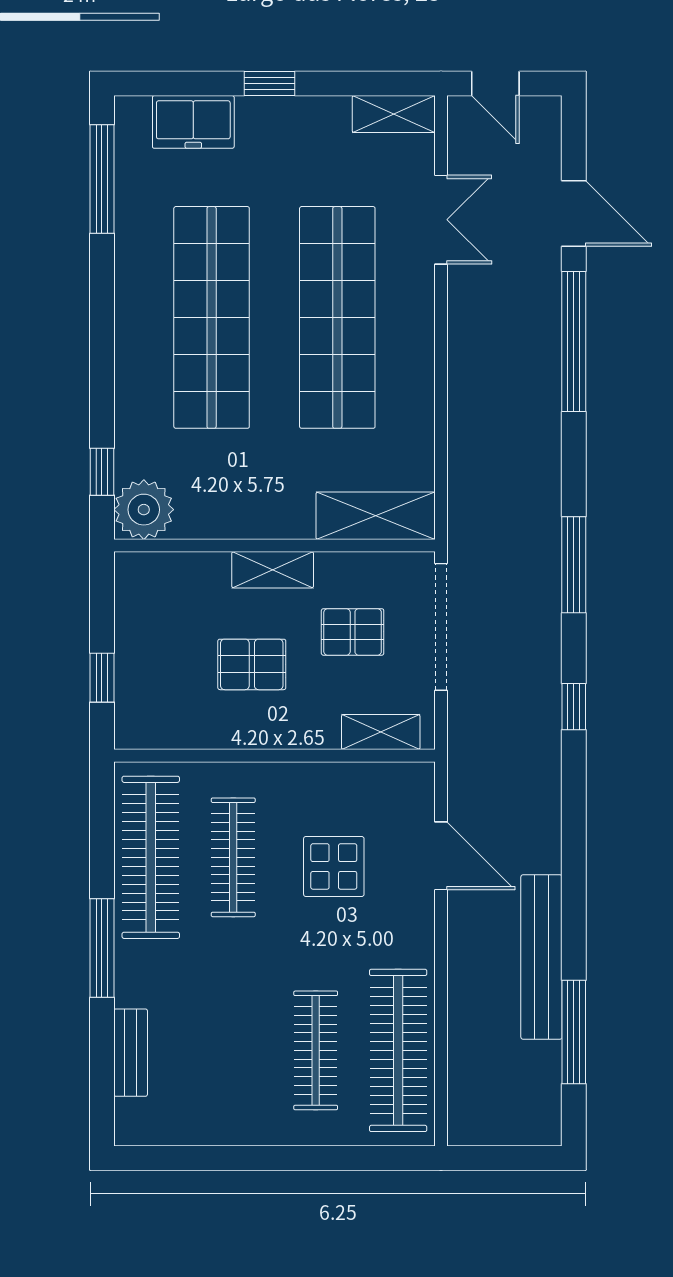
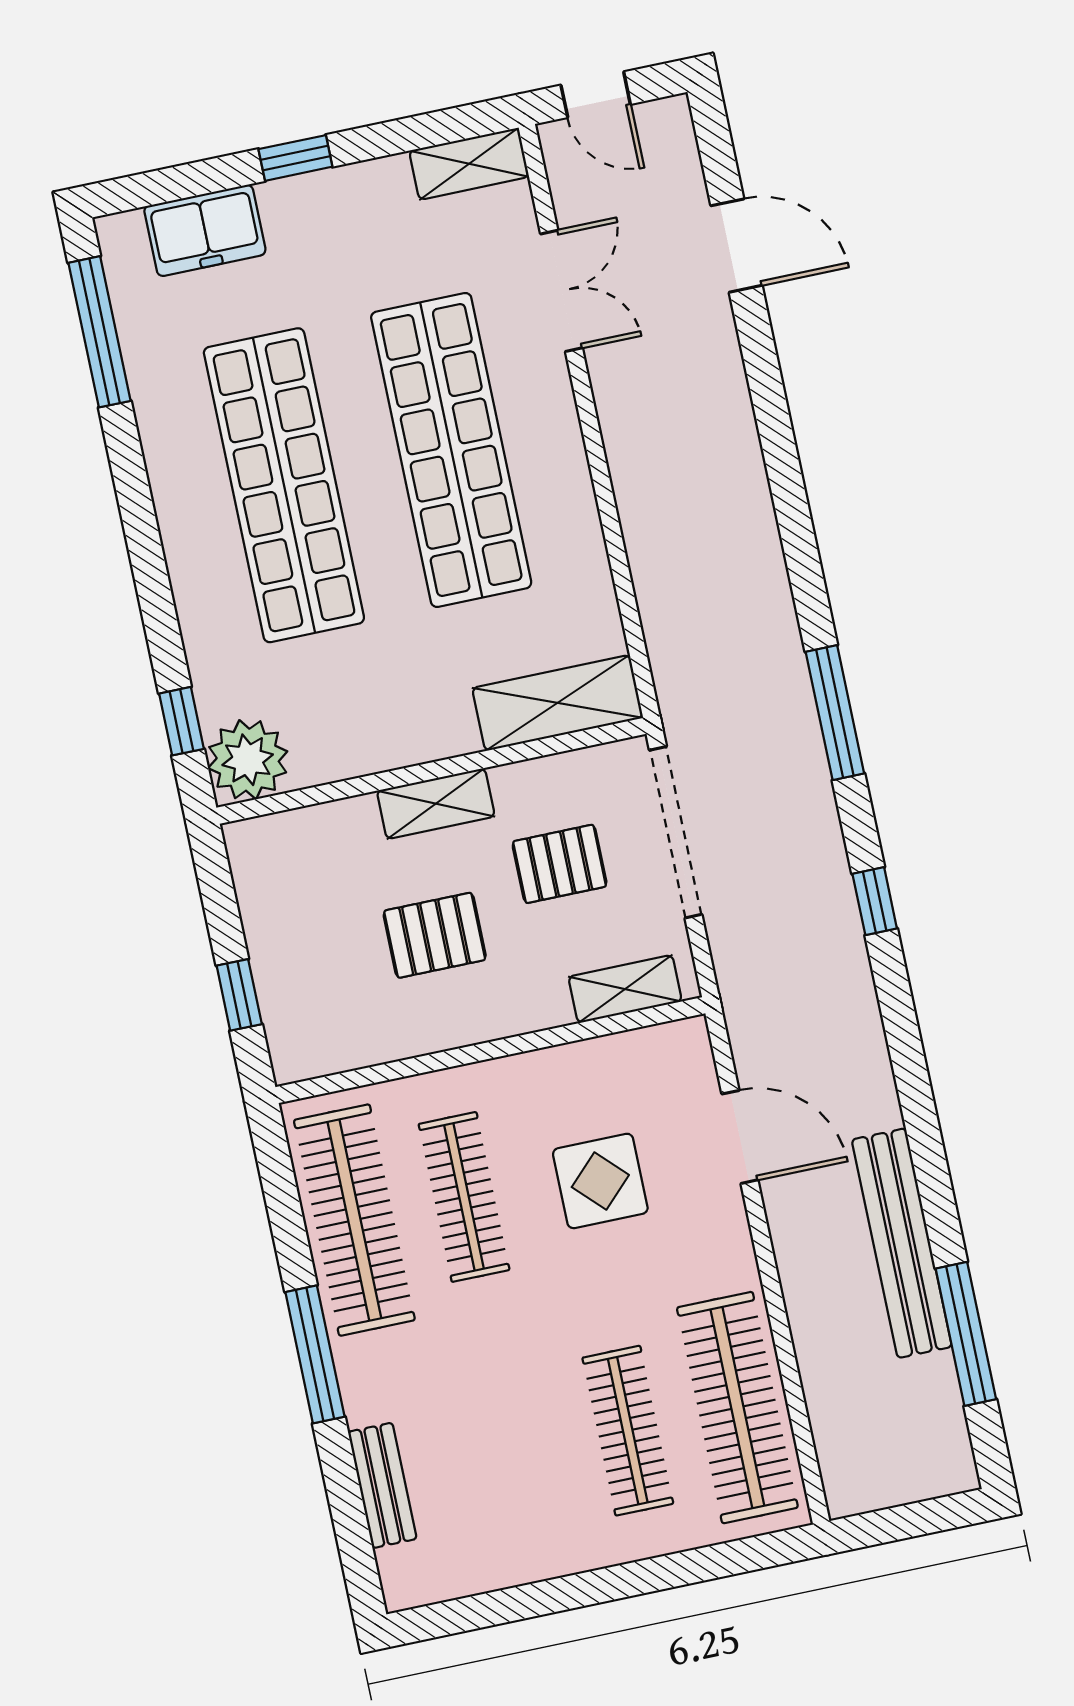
window: (574, 341) -> (772, 416), removed

